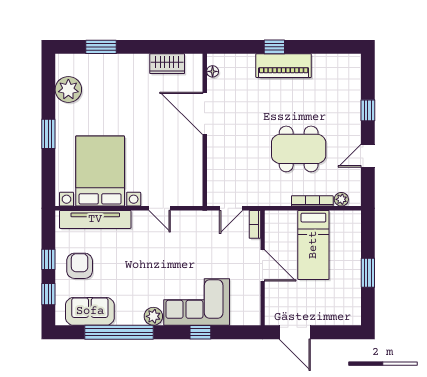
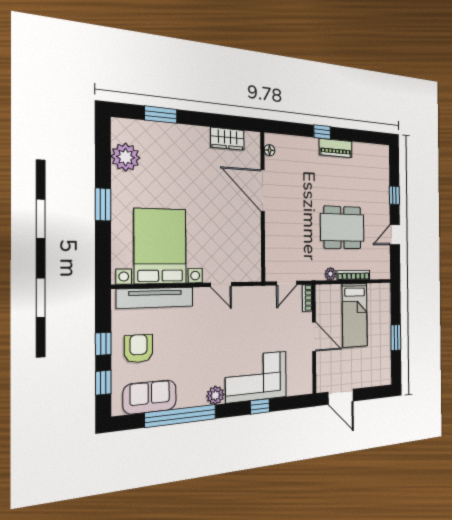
piano: (284, 66) -> (336, 148), width x0.73, depth x0.75
plant: (341, 199) -> (330, 274), moved

